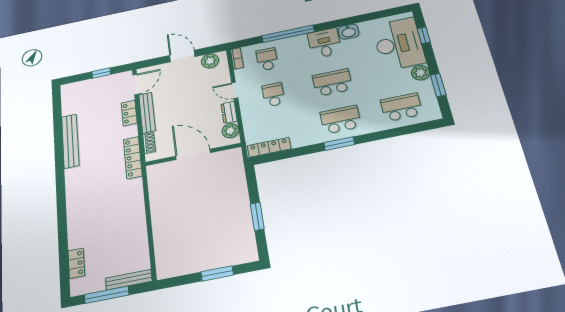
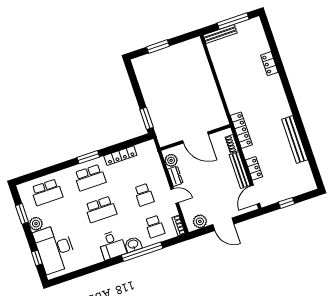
washbasin: (349, 32) -> (133, 244), moved
locker: (269, 147) -> (120, 156), moved
window: (257, 216) -> (147, 118), moved
locker: (76, 263) -> (269, 64), moved

